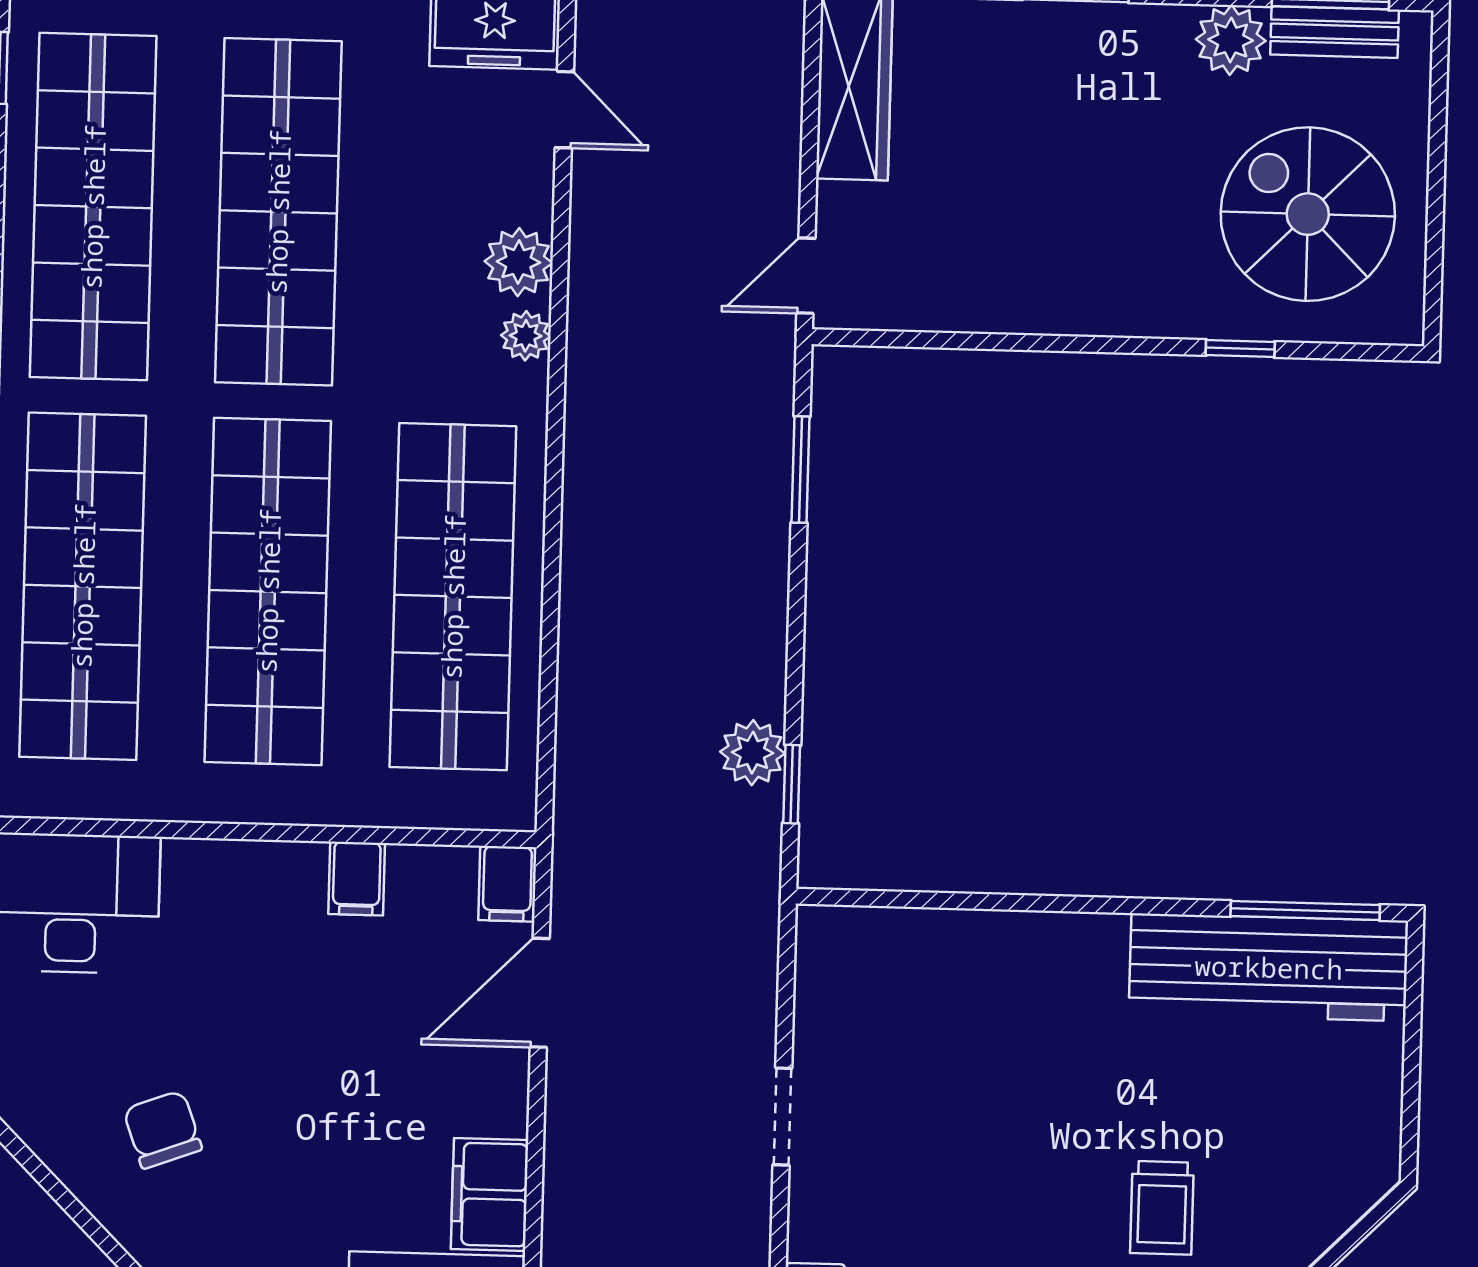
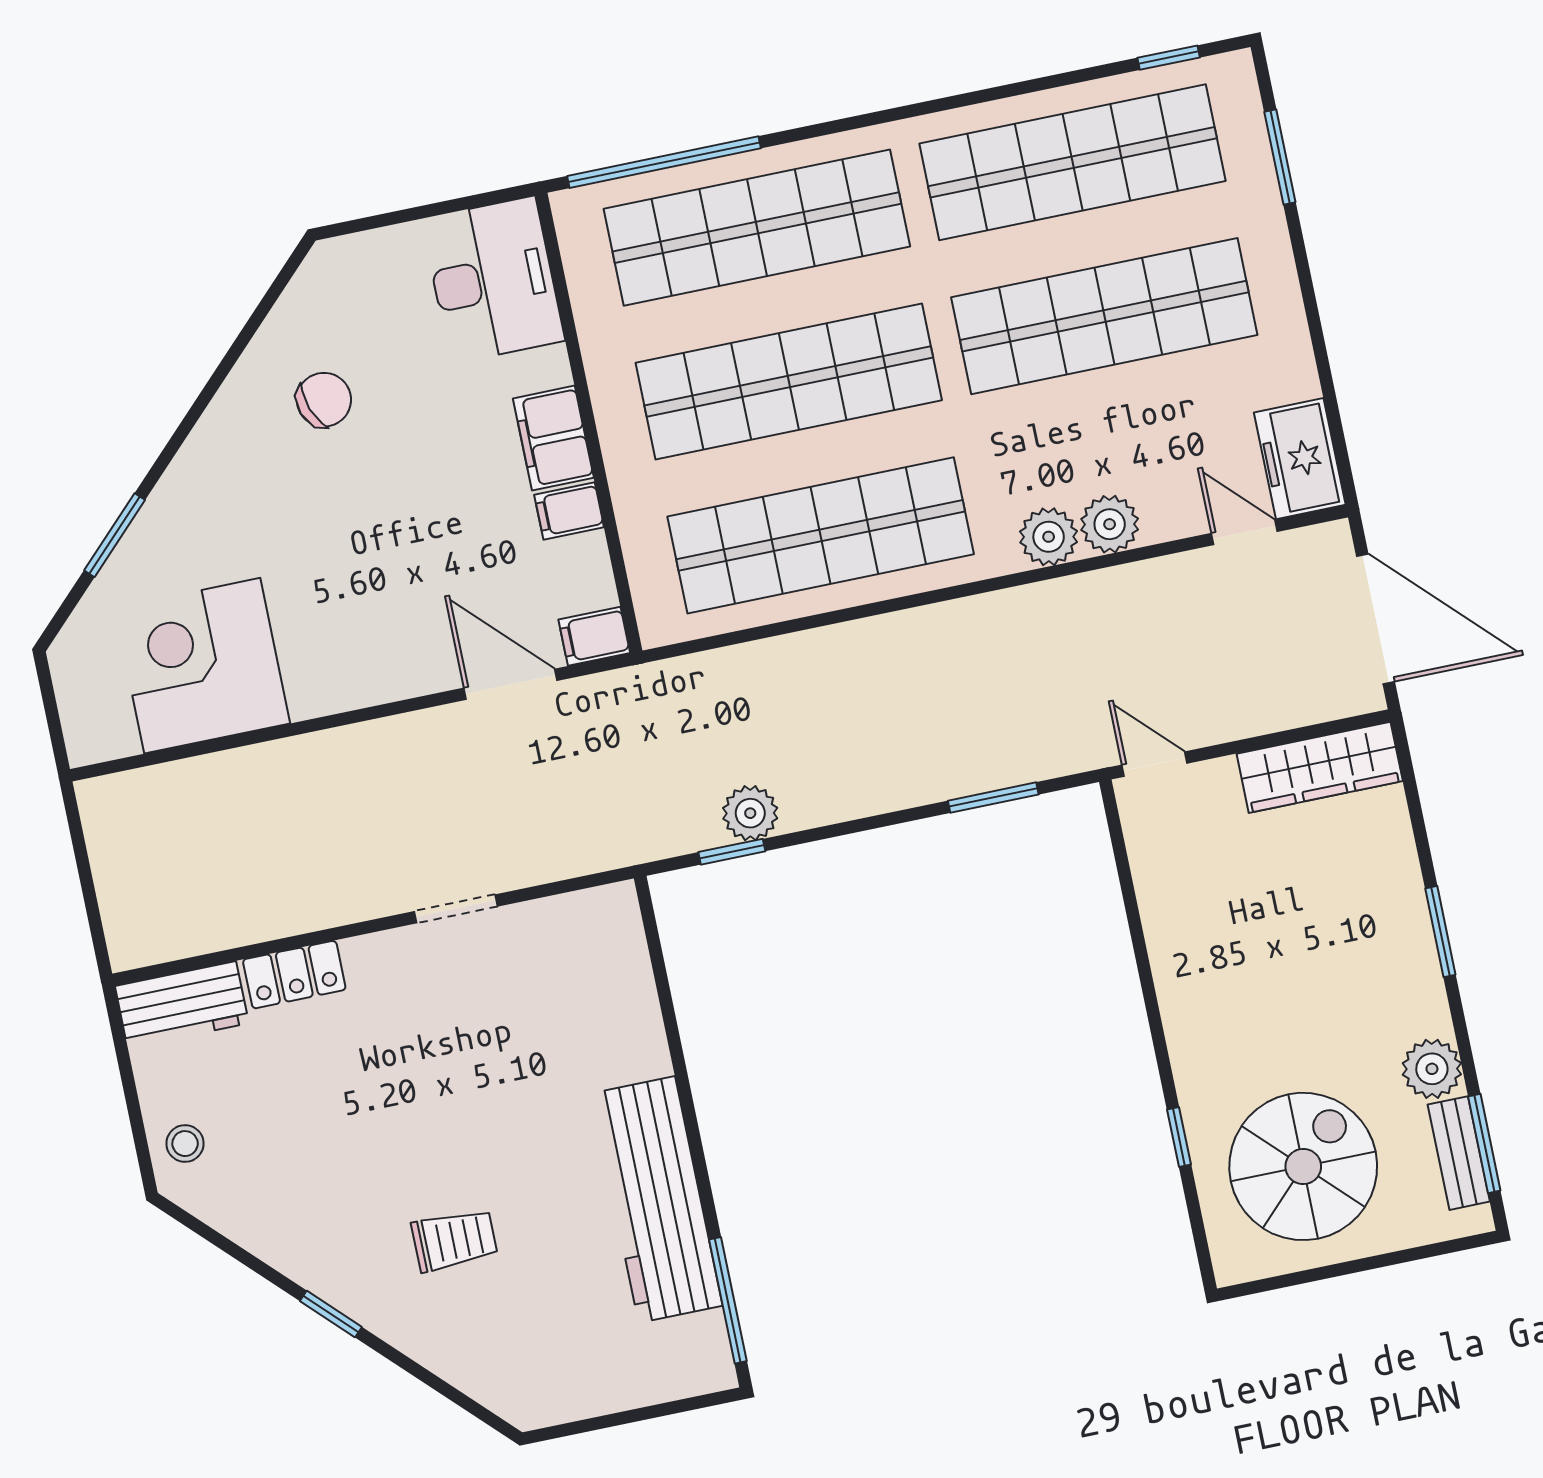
door: (564, 110) -> (1244, 532), swing flipped
plant: (526, 336) -> (1049, 537), width x1.38, depth x1.38
workbench: (1269, 967) -> (657, 1199), moved
filing cabinet: (490, 1194) -> (553, 438), moved, turned -90
trolley: (1162, 1208) -> (454, 1240), turned 180

